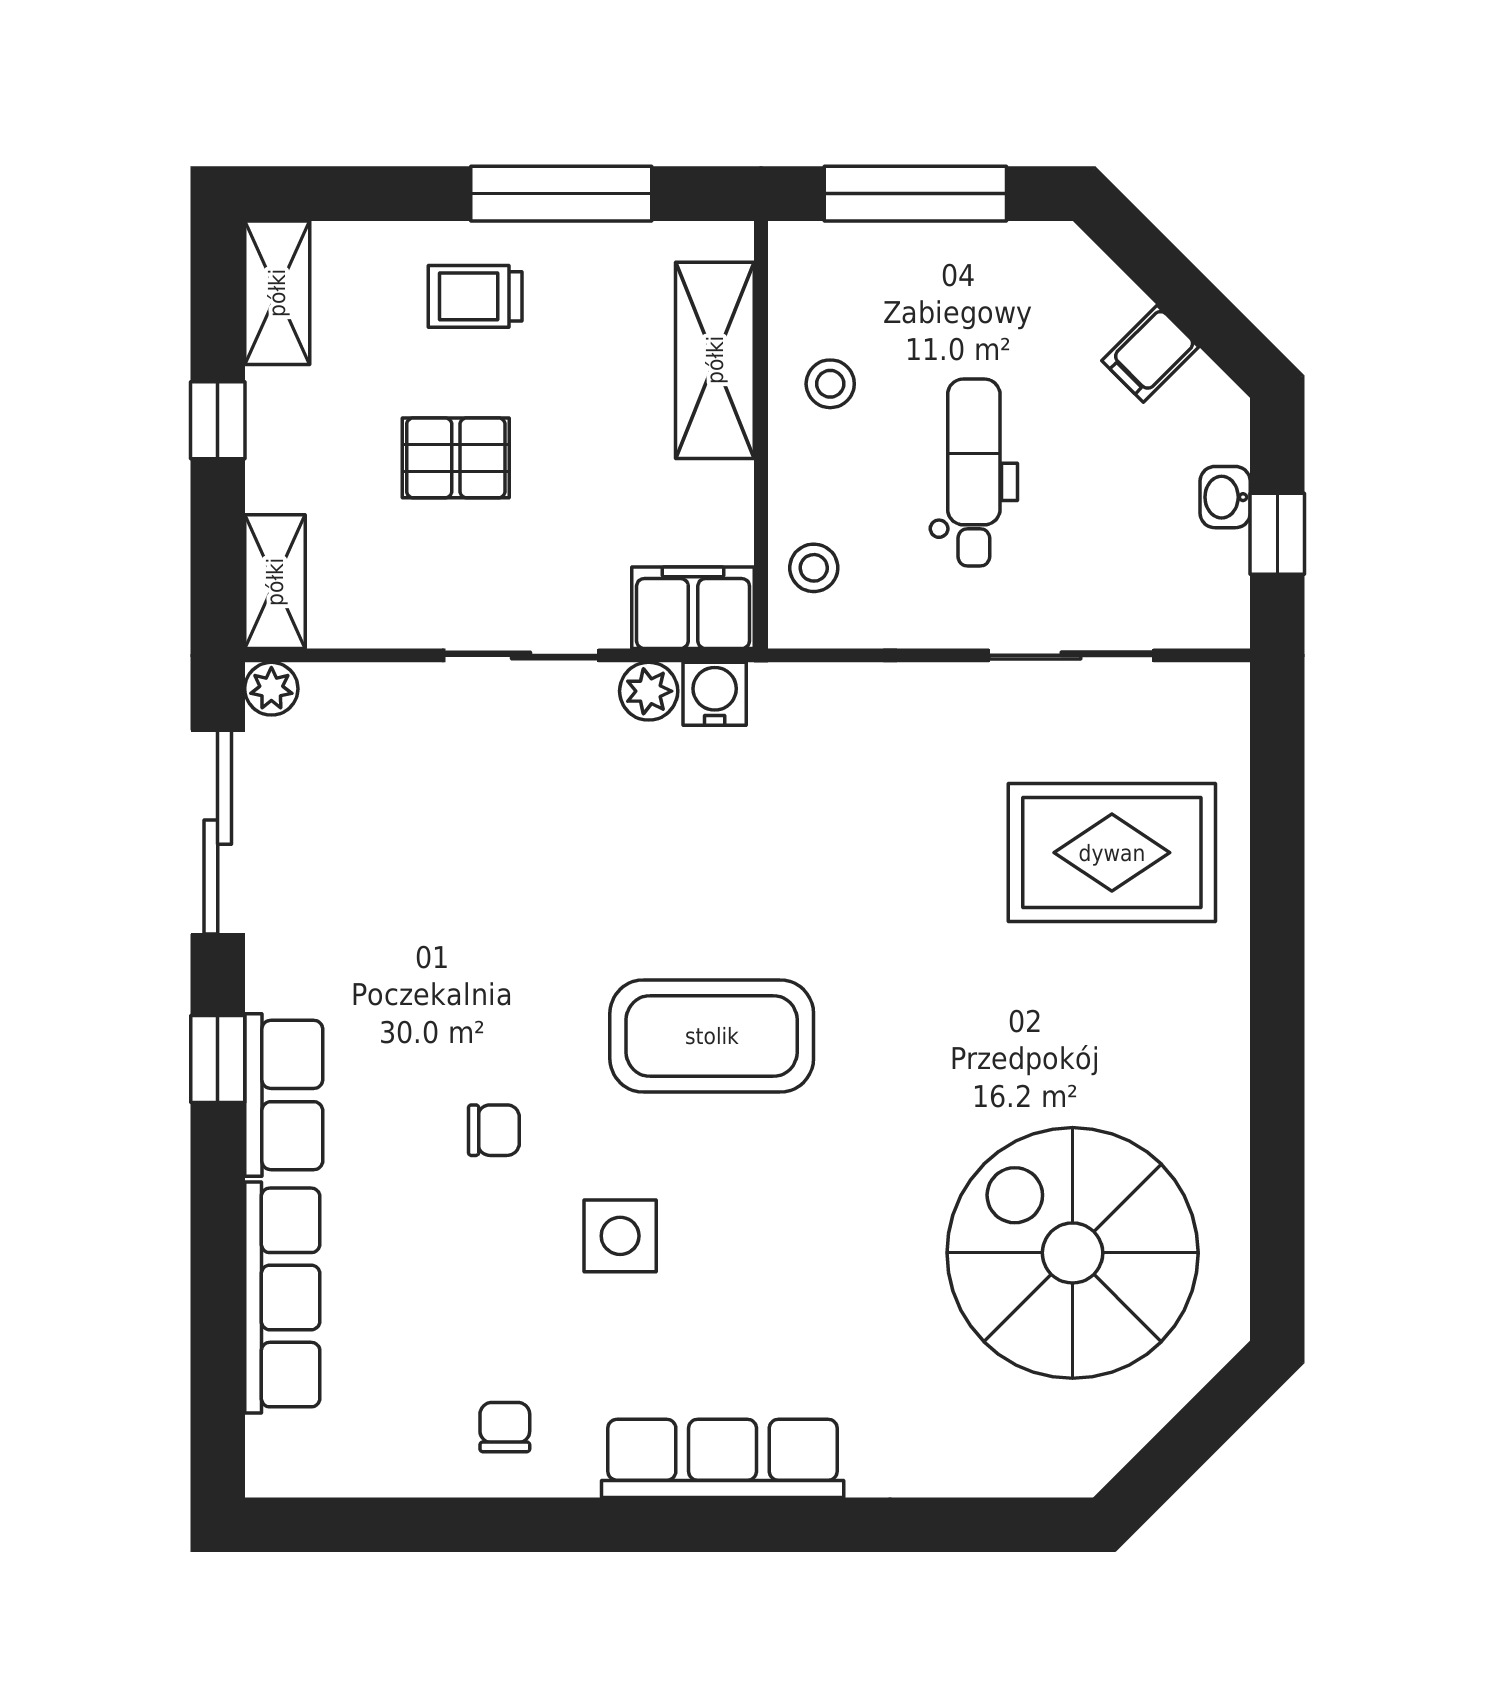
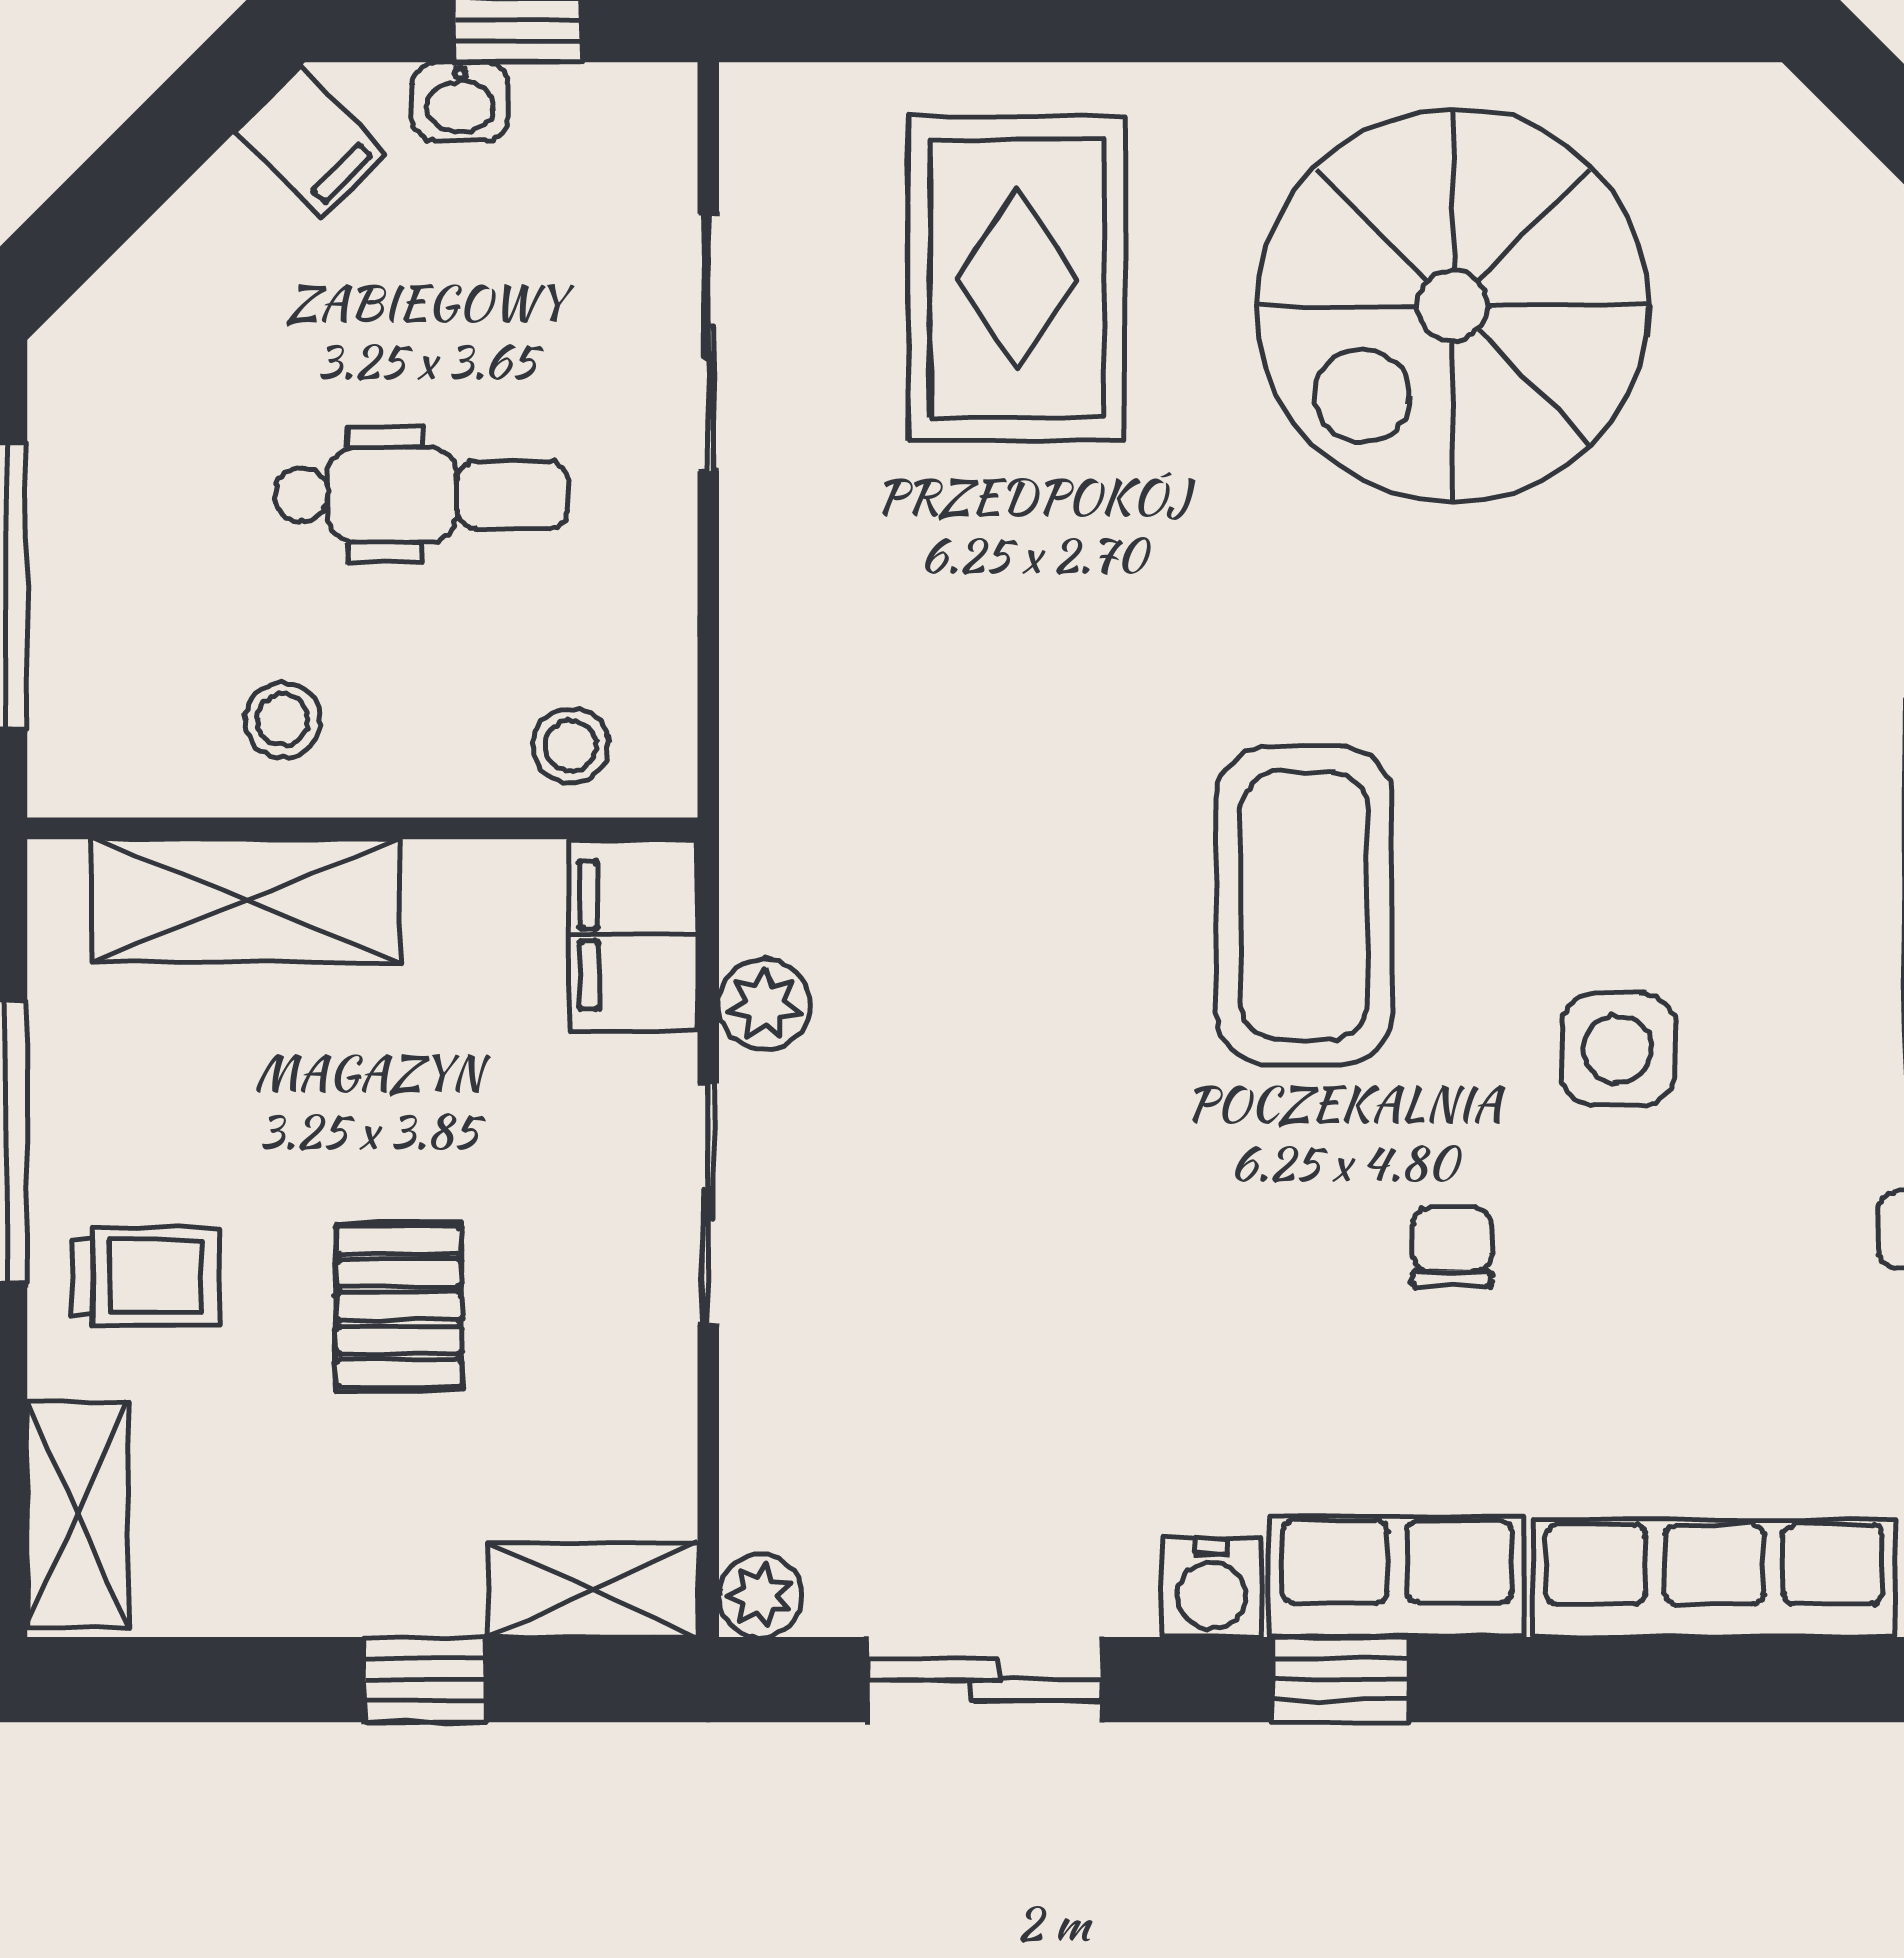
shelving: (277, 293) -> (78, 1514), moved, turned 90
trolley: (475, 296) -> (146, 1276), turned -90
filing cabinet: (1150, 354) -> (311, 143), moved
window: (218, 420) -> (425, 1680), moved
dental chair: (974, 473) -> (422, 495), turned 180
water cooler: (715, 694) -> (1212, 1588), moved, turned -90
sliding door: (218, 832) -> (985, 1680), width x0.73
spiral stairs: (1073, 1253) -> (1453, 306), moved

